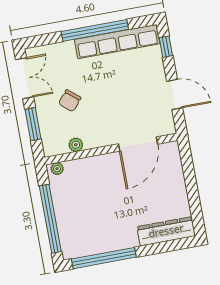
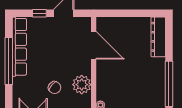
window: (166, 47) -> (39, 13), moved
plant: (76, 145) -> (82, 85), width x1.88, depth x1.88

